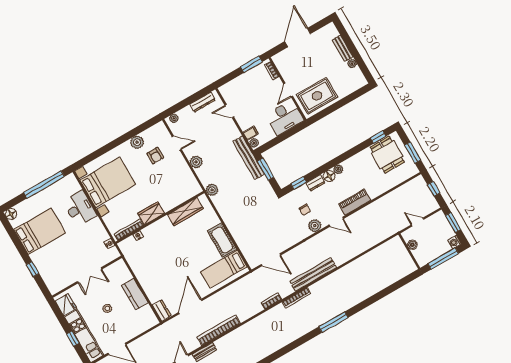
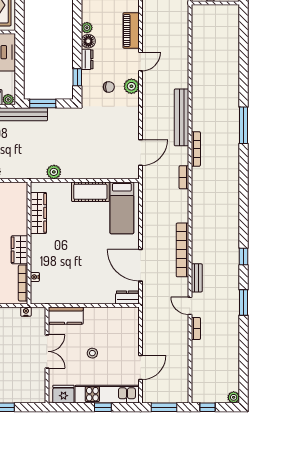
plant: (212, 190) -> (54, 172), moved
kitchen counter: (135, 294) -> (66, 316), moved

